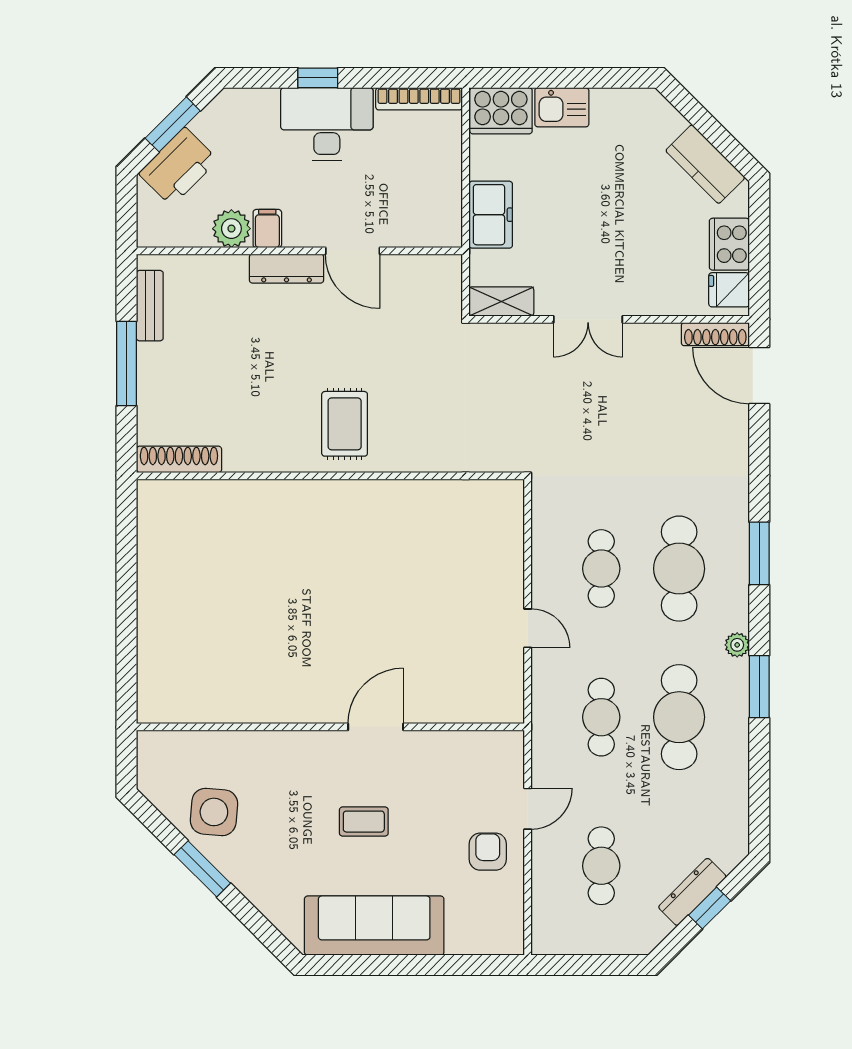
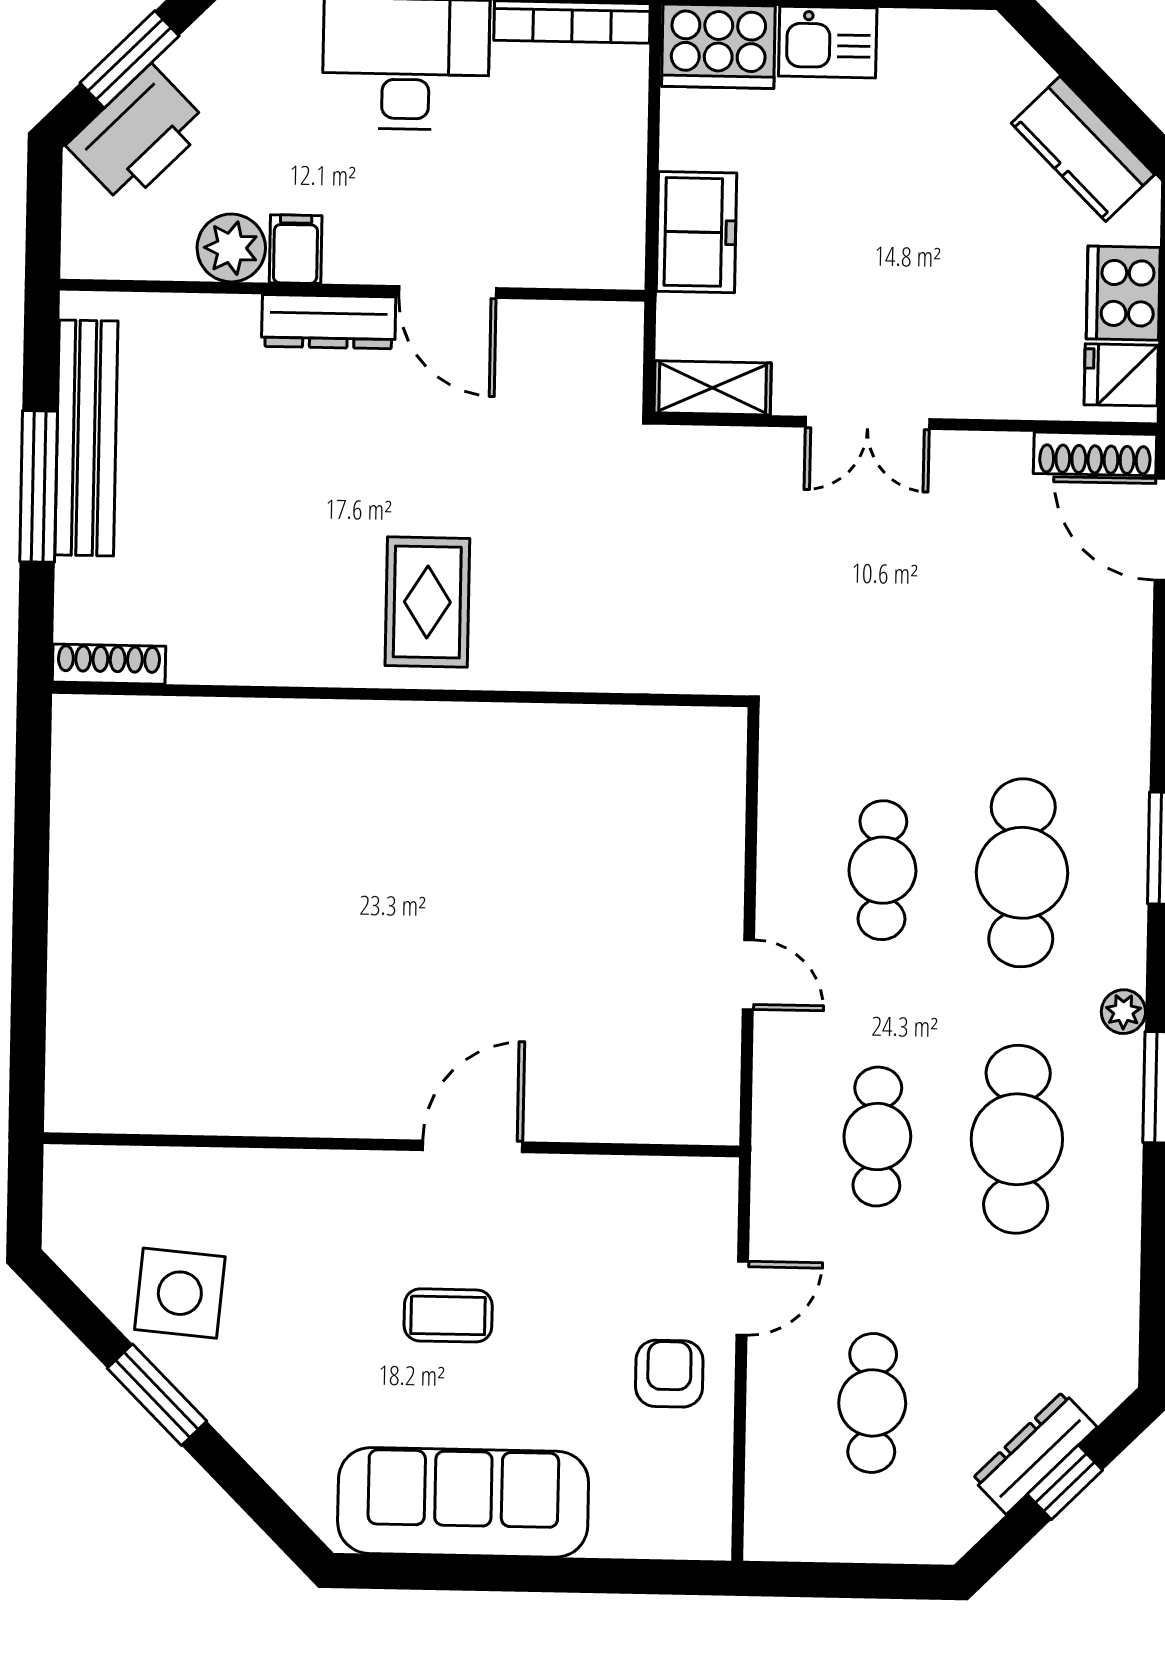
bench: (150, 306) -> (86, 438), width x1.86, depth x1.21
shoe rack: (179, 459) -> (109, 664), width x0.74, depth x0.81

